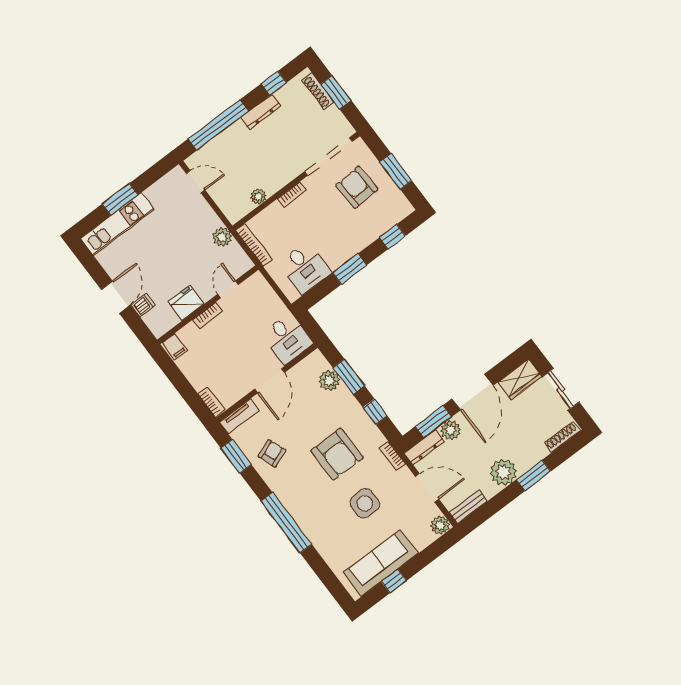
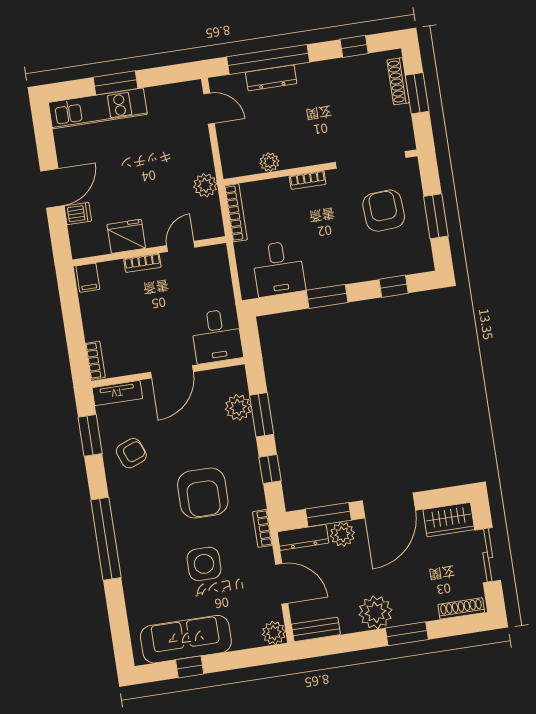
dresser: (261, 112) -> (271, 78), moved

